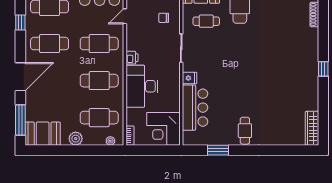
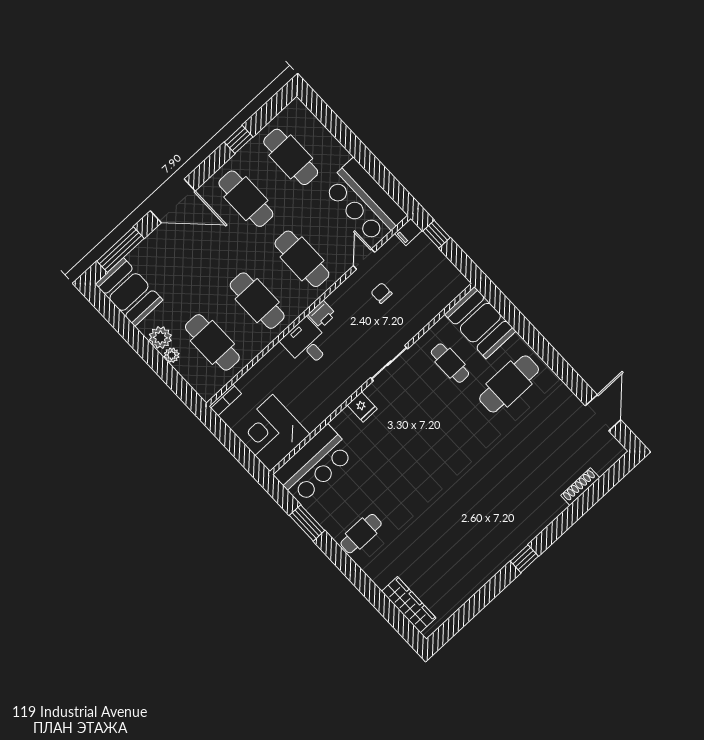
door: (125, 16) -> (364, 259), hinge flipped
chair: (164, 18) -> (381, 293), moved
desk: (142, 86) -> (306, 343), width x0.53, depth x0.77
bar counter: (195, 108) -> (314, 464), moved
wardrobe: (312, 128) -> (409, 605), moved, turned 90
plant: (110, 141) -> (172, 355), moved

